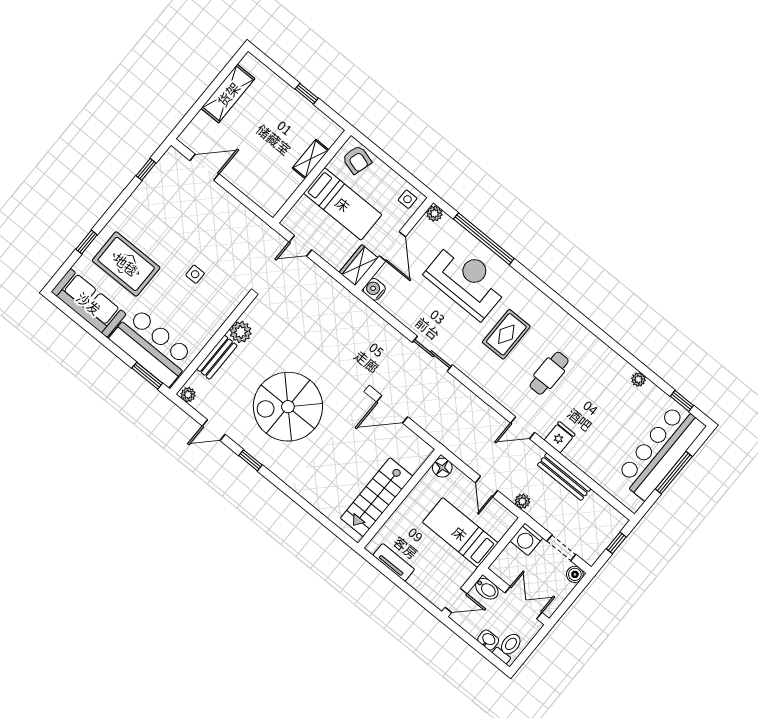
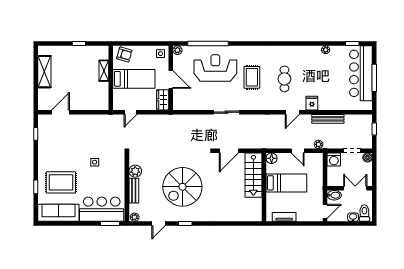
water cooler: (374, 289) -> (178, 105), removed
stairs: (377, 497) -> (253, 175), moved
bed: (460, 533) -> (286, 183), moved, turned 180

